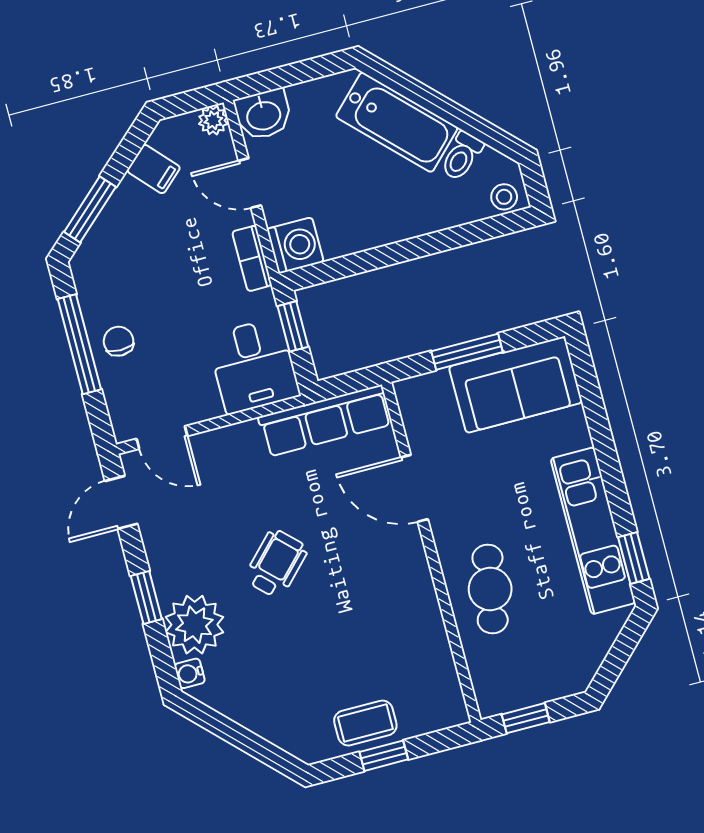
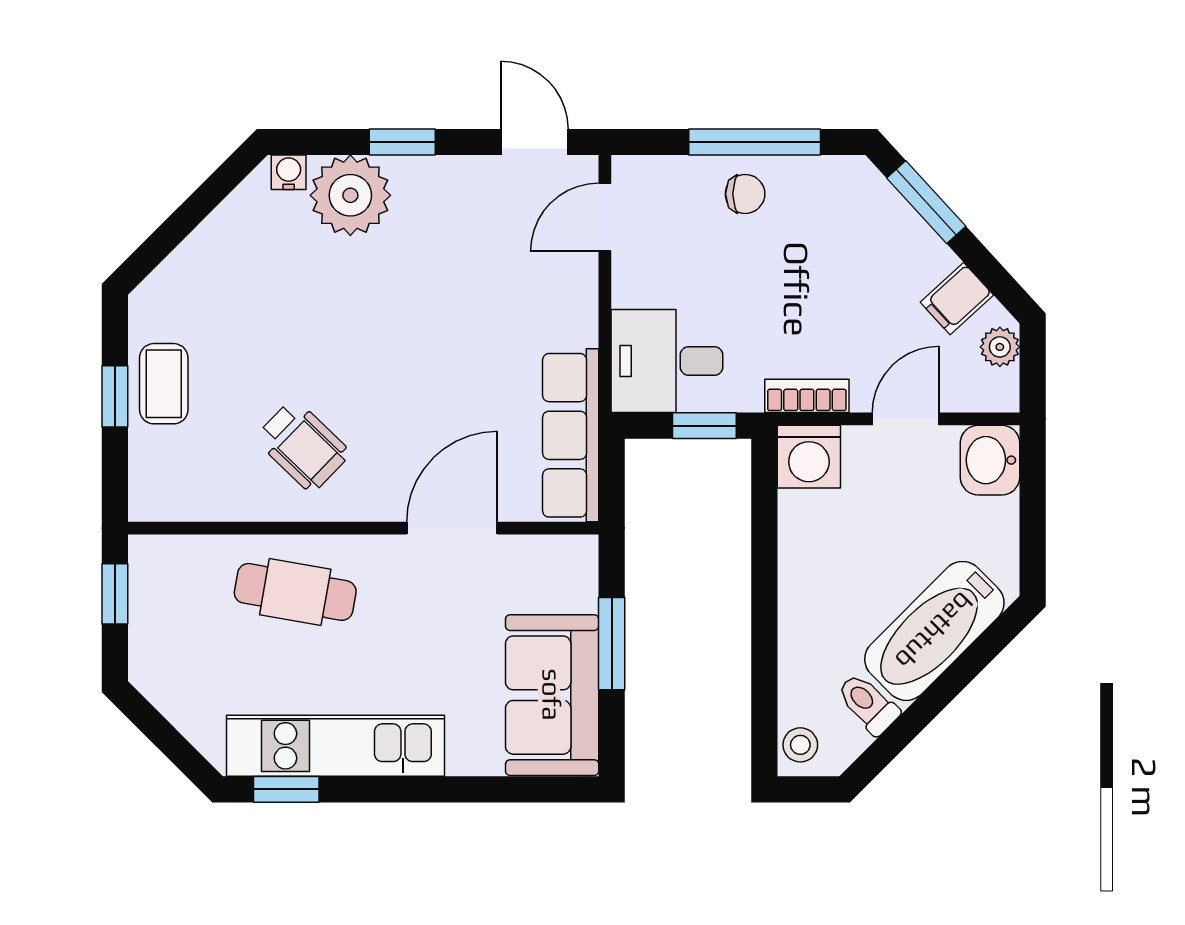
plant: (213, 120) -> (1000, 347), moved
wheelchair: (276, 564) -> (303, 446), moved

